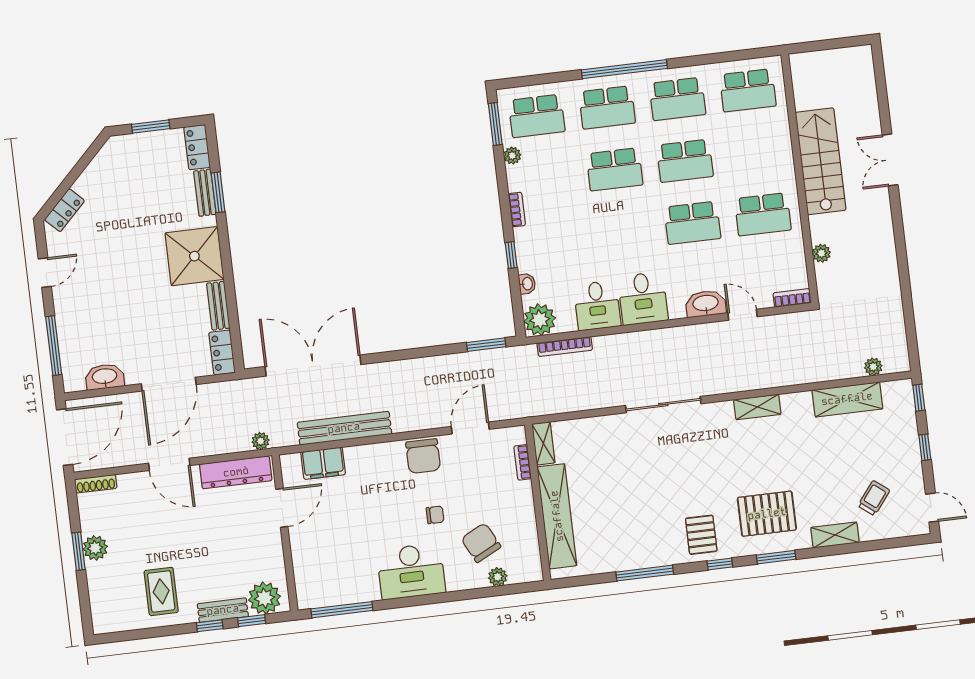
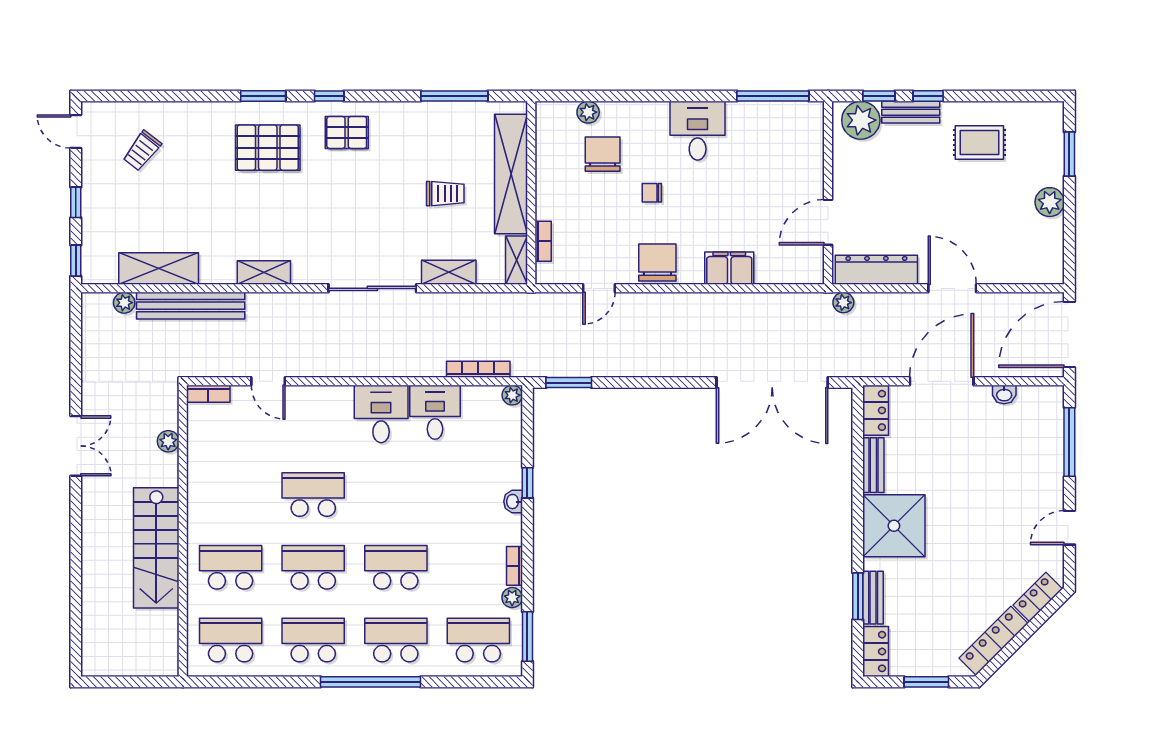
double door: (890, 160) -> (76, 446), moved
locker: (98, 168) -> (993, 641), added
bookcase: (517, 210) -> (514, 566), moved
school desk: (763, 214) -> (231, 567), moved
washbasin: (527, 284) -> (513, 502), moved
washbasin: (706, 304) -> (309, 399), removed
plant: (540, 320) -> (512, 395), width x0.53, depth x0.53
washbasin: (105, 377) -> (1004, 394), width x0.52, depth x0.69
bench: (344, 428) -> (191, 306), moved
door: (470, 428) -> (599, 288), width x0.73
filing cabinet: (323, 463) -> (729, 268), moved
shoe rack: (96, 484) -> (1040, 276), removed
trolley: (611, 493) -> (445, 194), added
pallet: (701, 535) -> (347, 132), turned 90
shelving: (835, 535) -> (449, 272), moved
chair: (481, 543) -> (603, 154), turned -153
window: (79, 551) -> (1069, 154), moved
desk: (411, 571) -> (698, 131), width x0.73
window: (645, 573) -> (454, 96), moved
rug: (161, 591) -> (979, 142), turned 90

